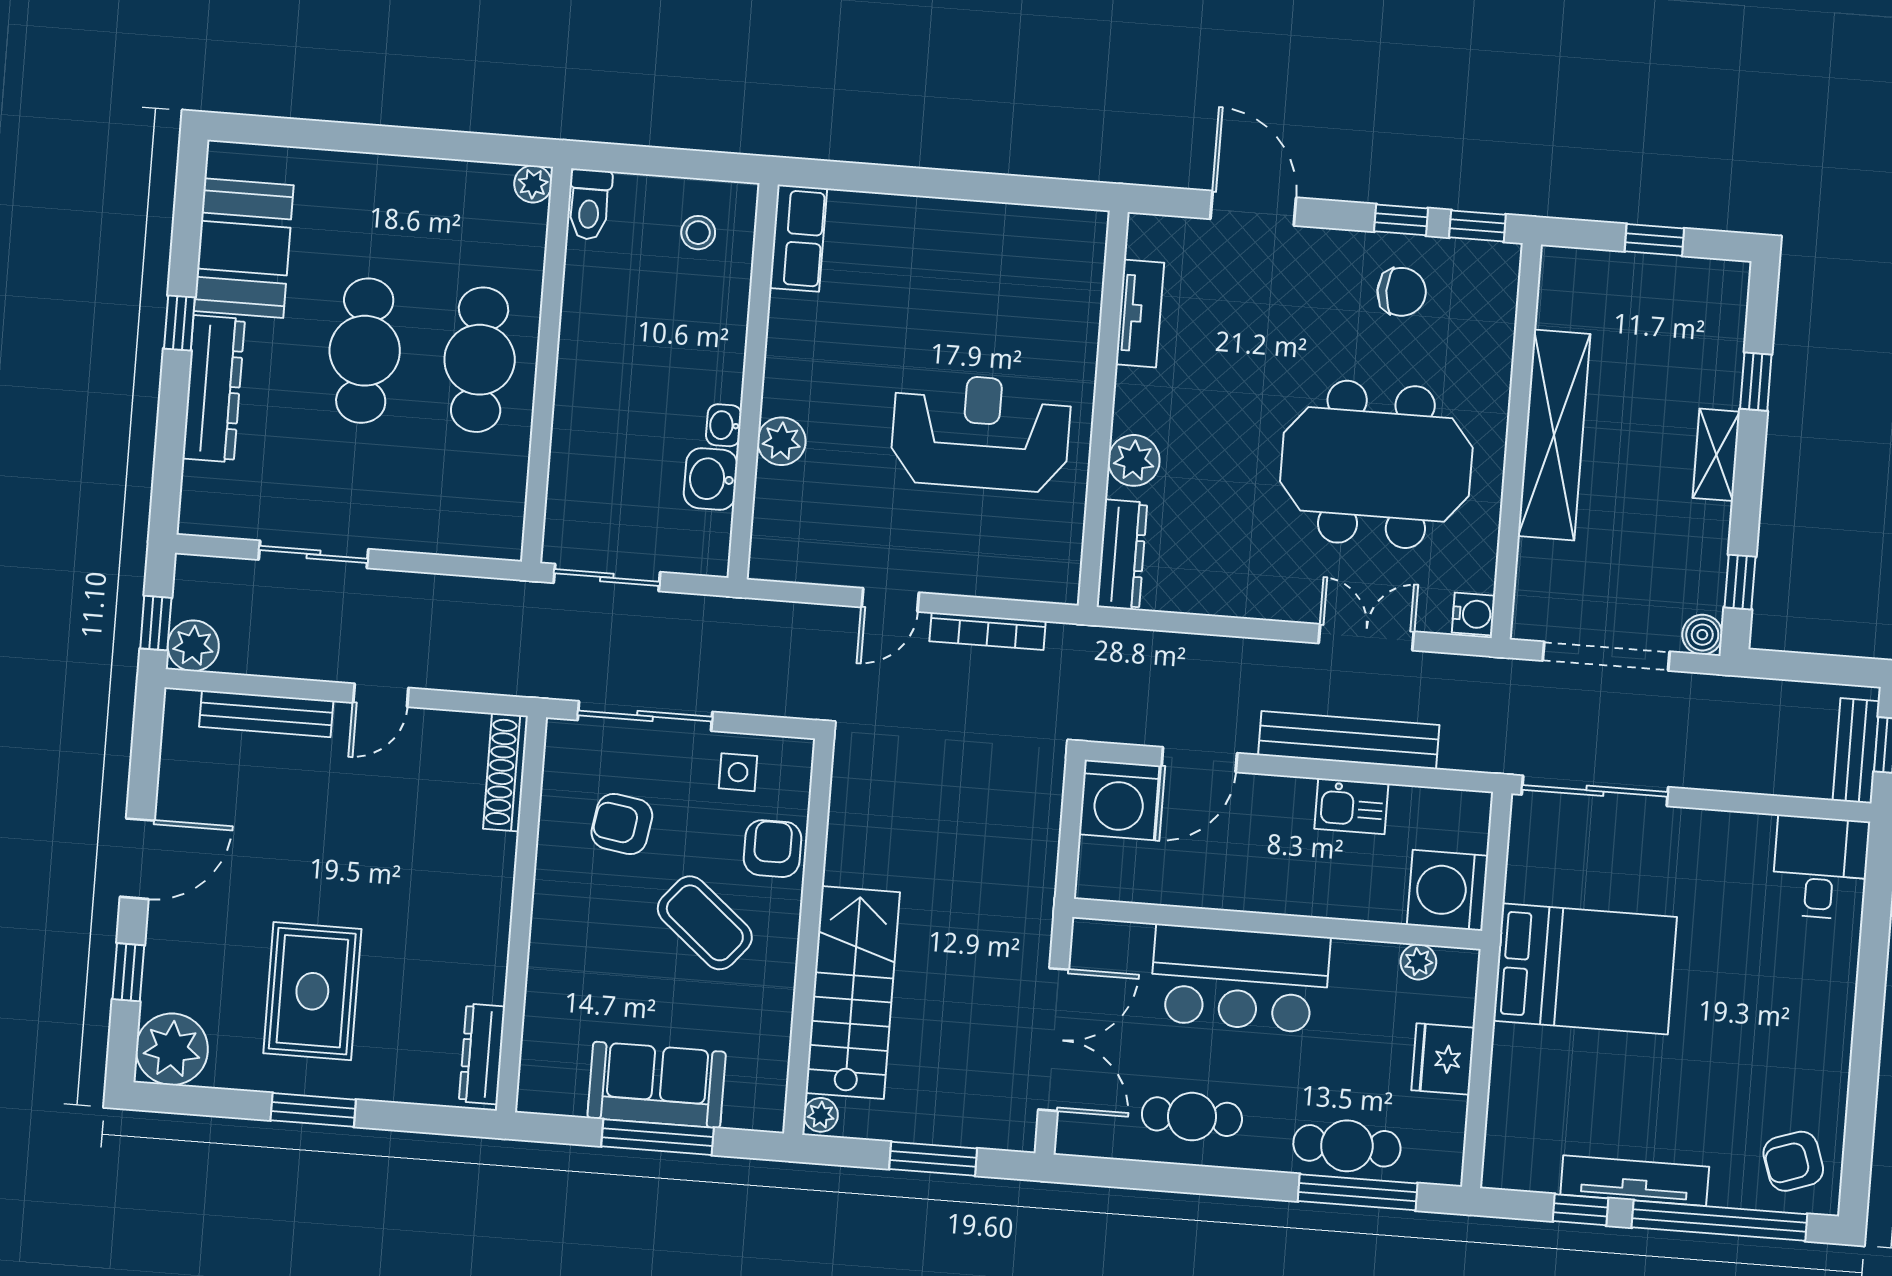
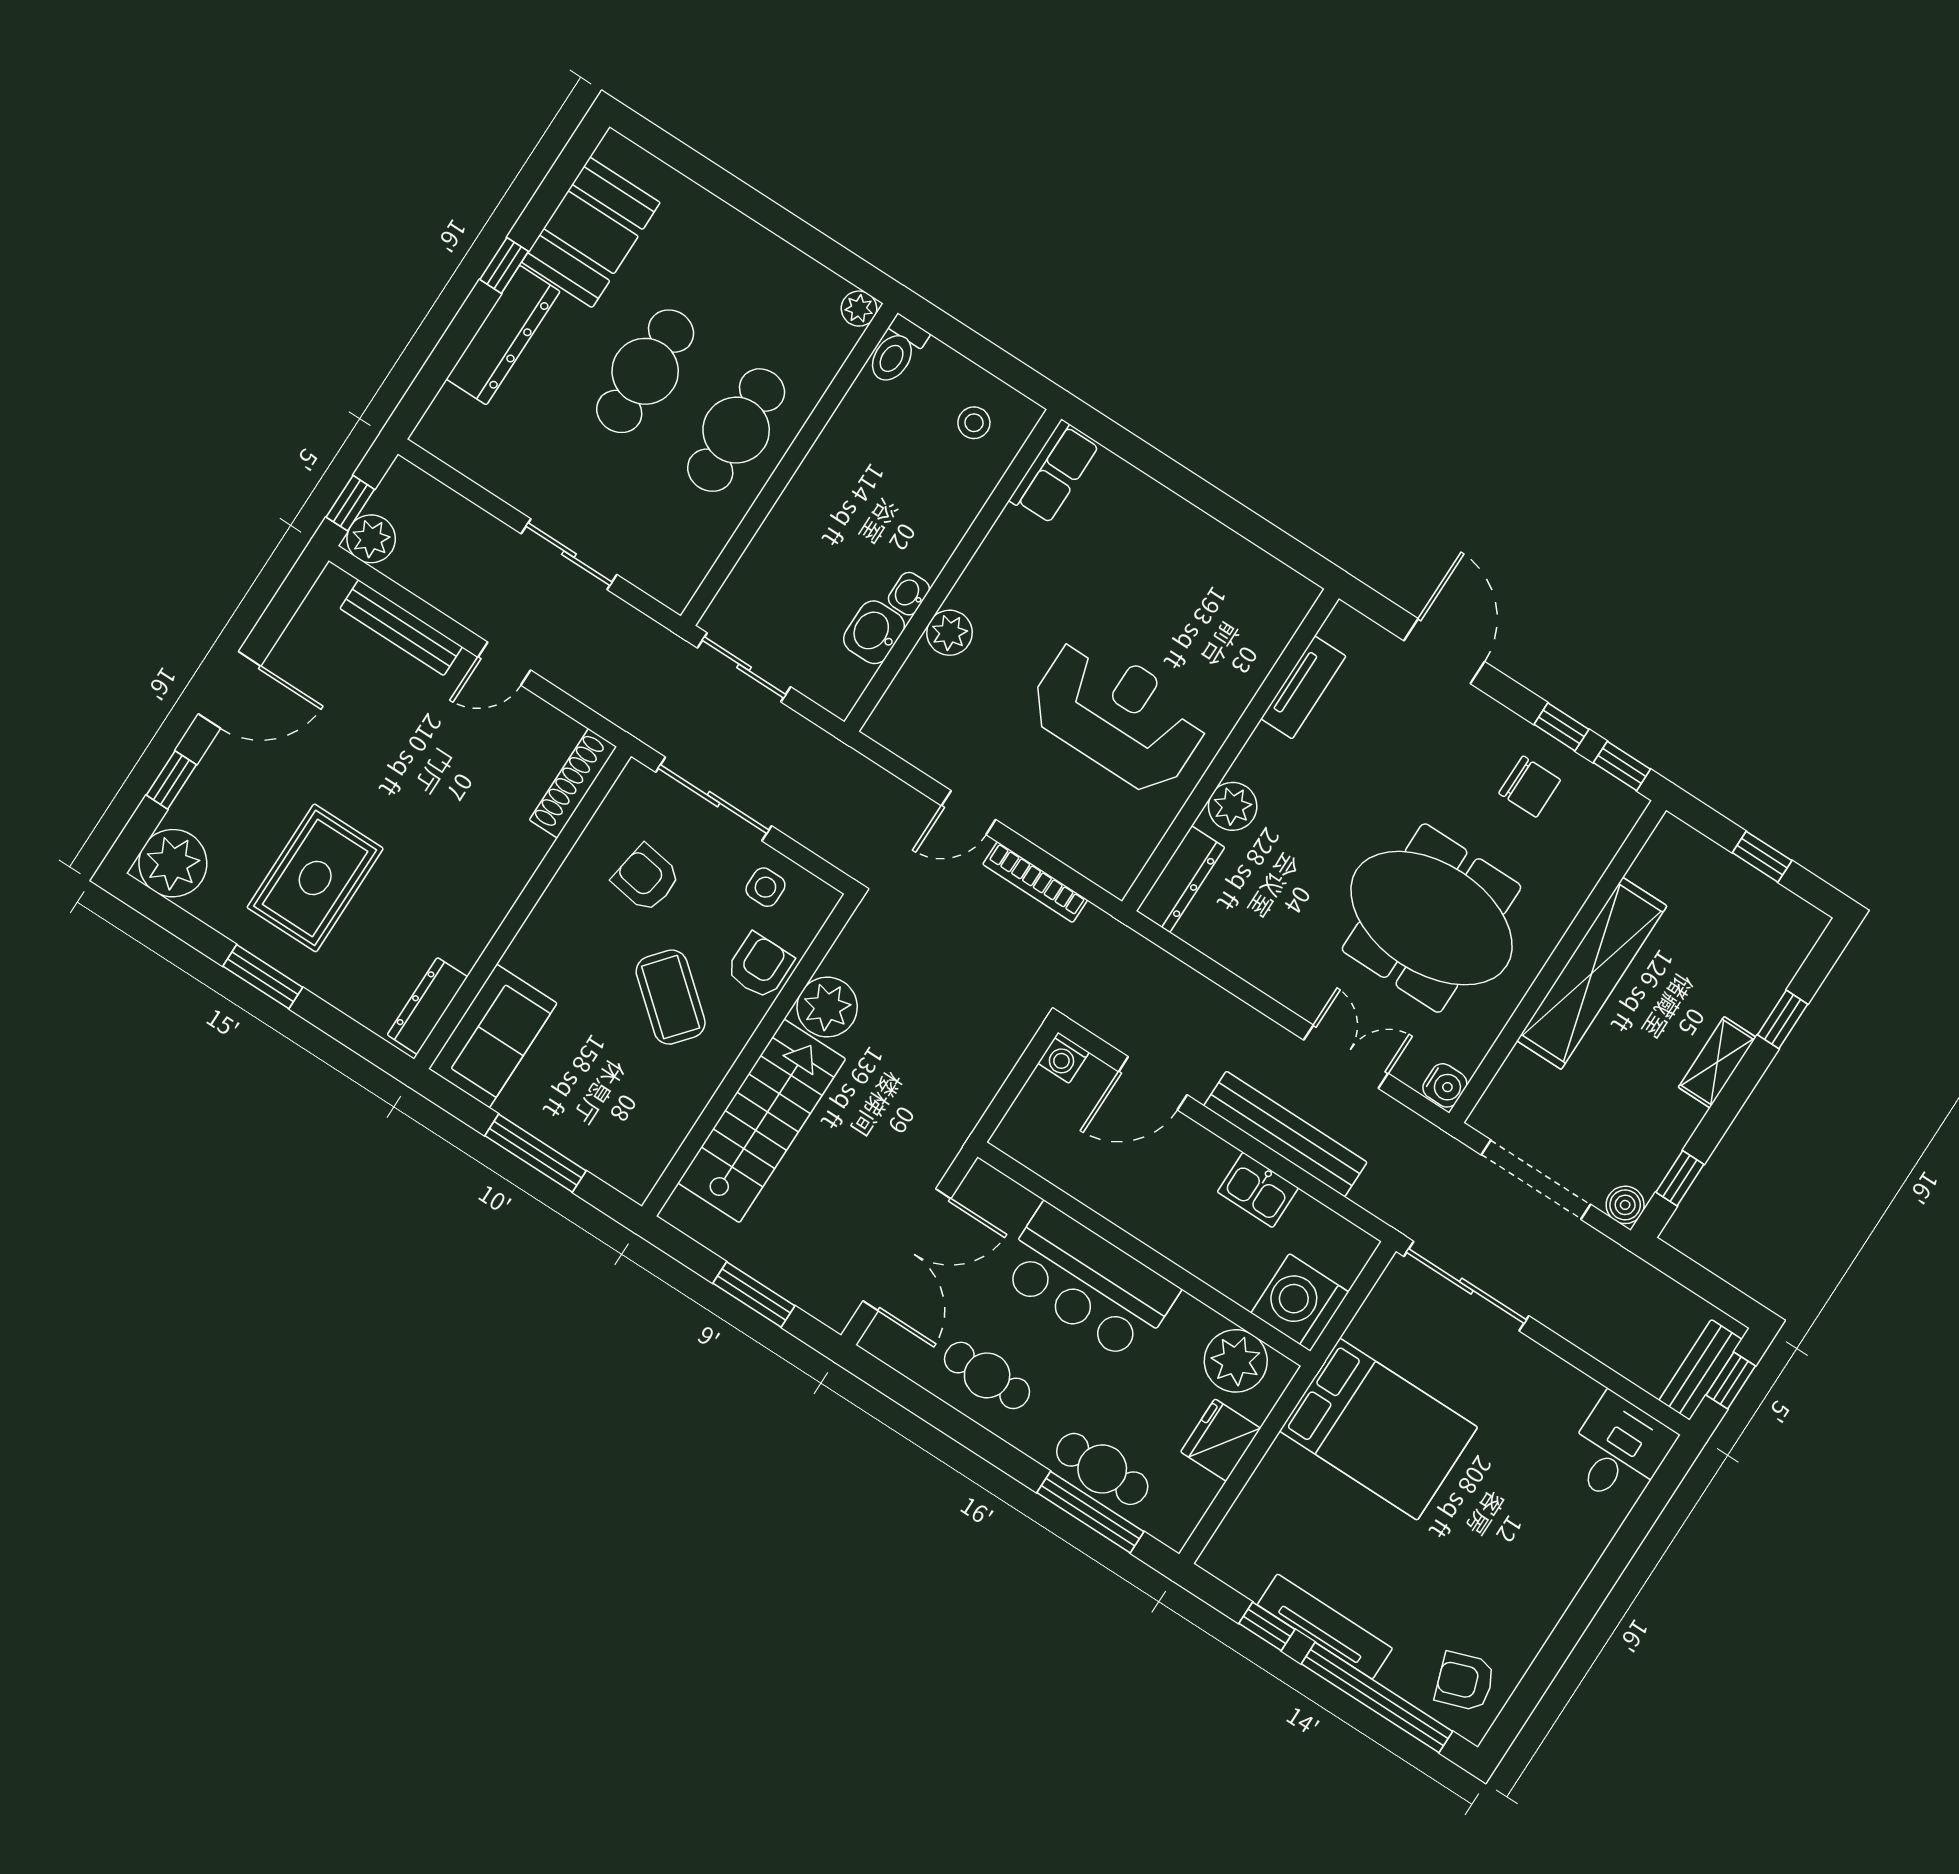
sliding door: (313, 554) -> (569, 554), moved
washing machine: (1119, 800) -> (1063, 1058), width x0.53, depth x0.53
plant: (1418, 962) -> (1236, 1361), width x1.87, depth x1.87
sofa: (657, 1085) -> (493, 1036), moved, turned 90
plant: (821, 1115) -> (827, 1007), moved, width x1.88, depth x1.88

